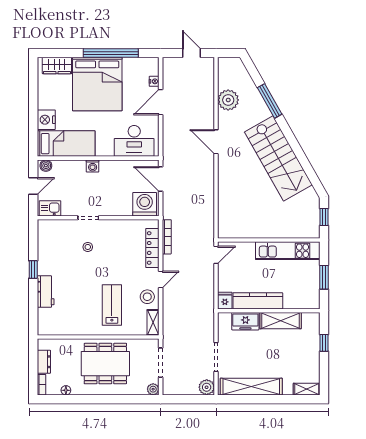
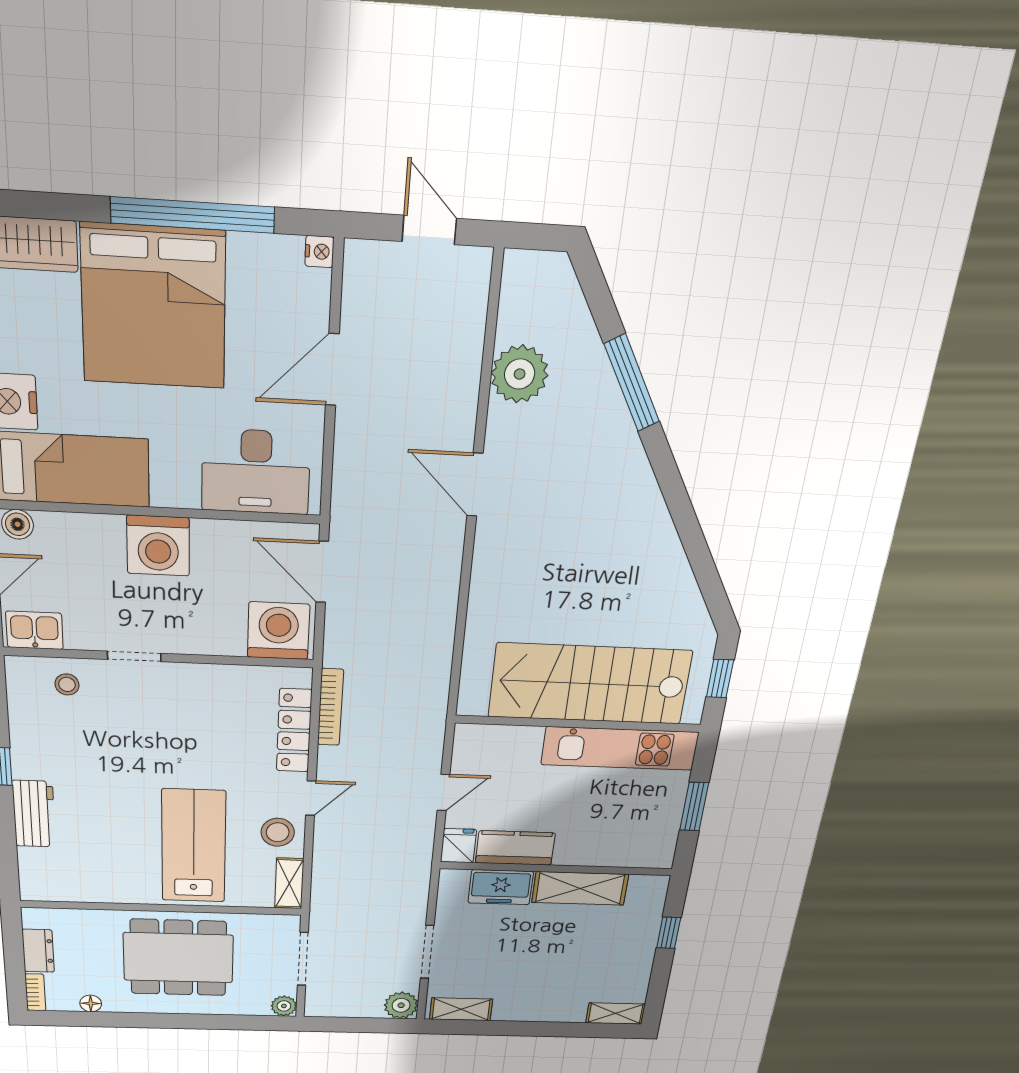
nightstand: (154, 81) -> (319, 252), moved
stairs: (278, 158) -> (590, 684), moved, turned 120
washing machine: (93, 166) -> (158, 546), width x1.89, depth x1.89
stool: (88, 247) -> (67, 684), moved
door: (216, 255) -> (443, 792), moved
kitchen counter: (258, 301) -> (515, 848), width x0.67
lab bench: (112, 305) -> (194, 846), width x1.36, depth x1.39
shelving: (251, 387) -> (461, 1009), width x0.45, depth x0.75

